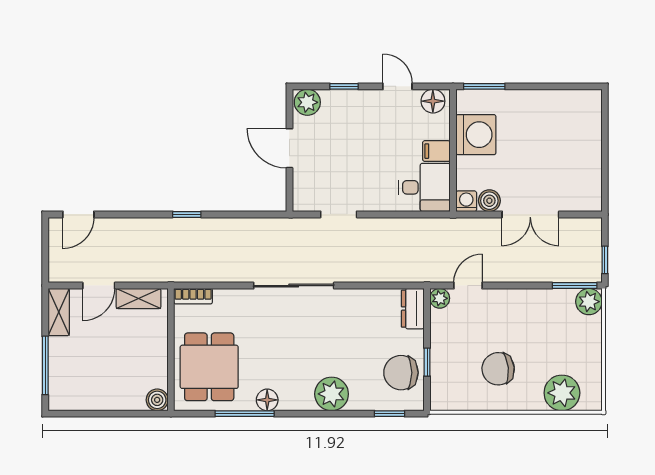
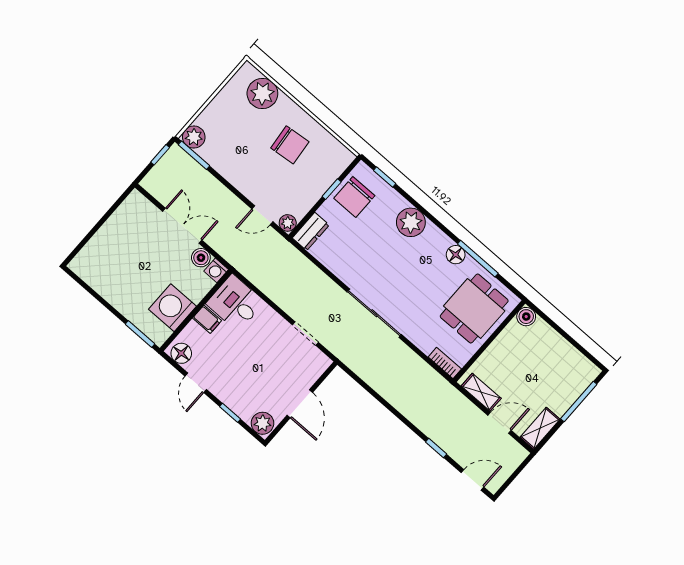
window: (187, 214) -> (436, 448), moved
chair: (401, 373) -> (354, 197), turned 90

